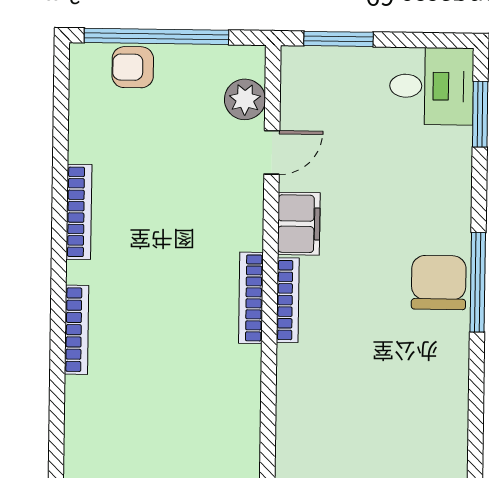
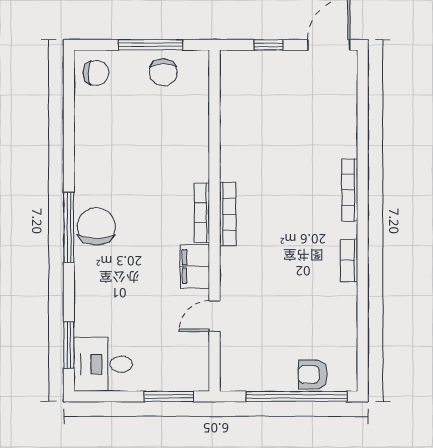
armchair: (133, 67) -> (313, 375), turned 180
plant: (245, 99) -> (234, 353), removed
bookcase: (79, 212) -> (349, 261), width x0.64
chair: (439, 283) -> (96, 227), turned 180

